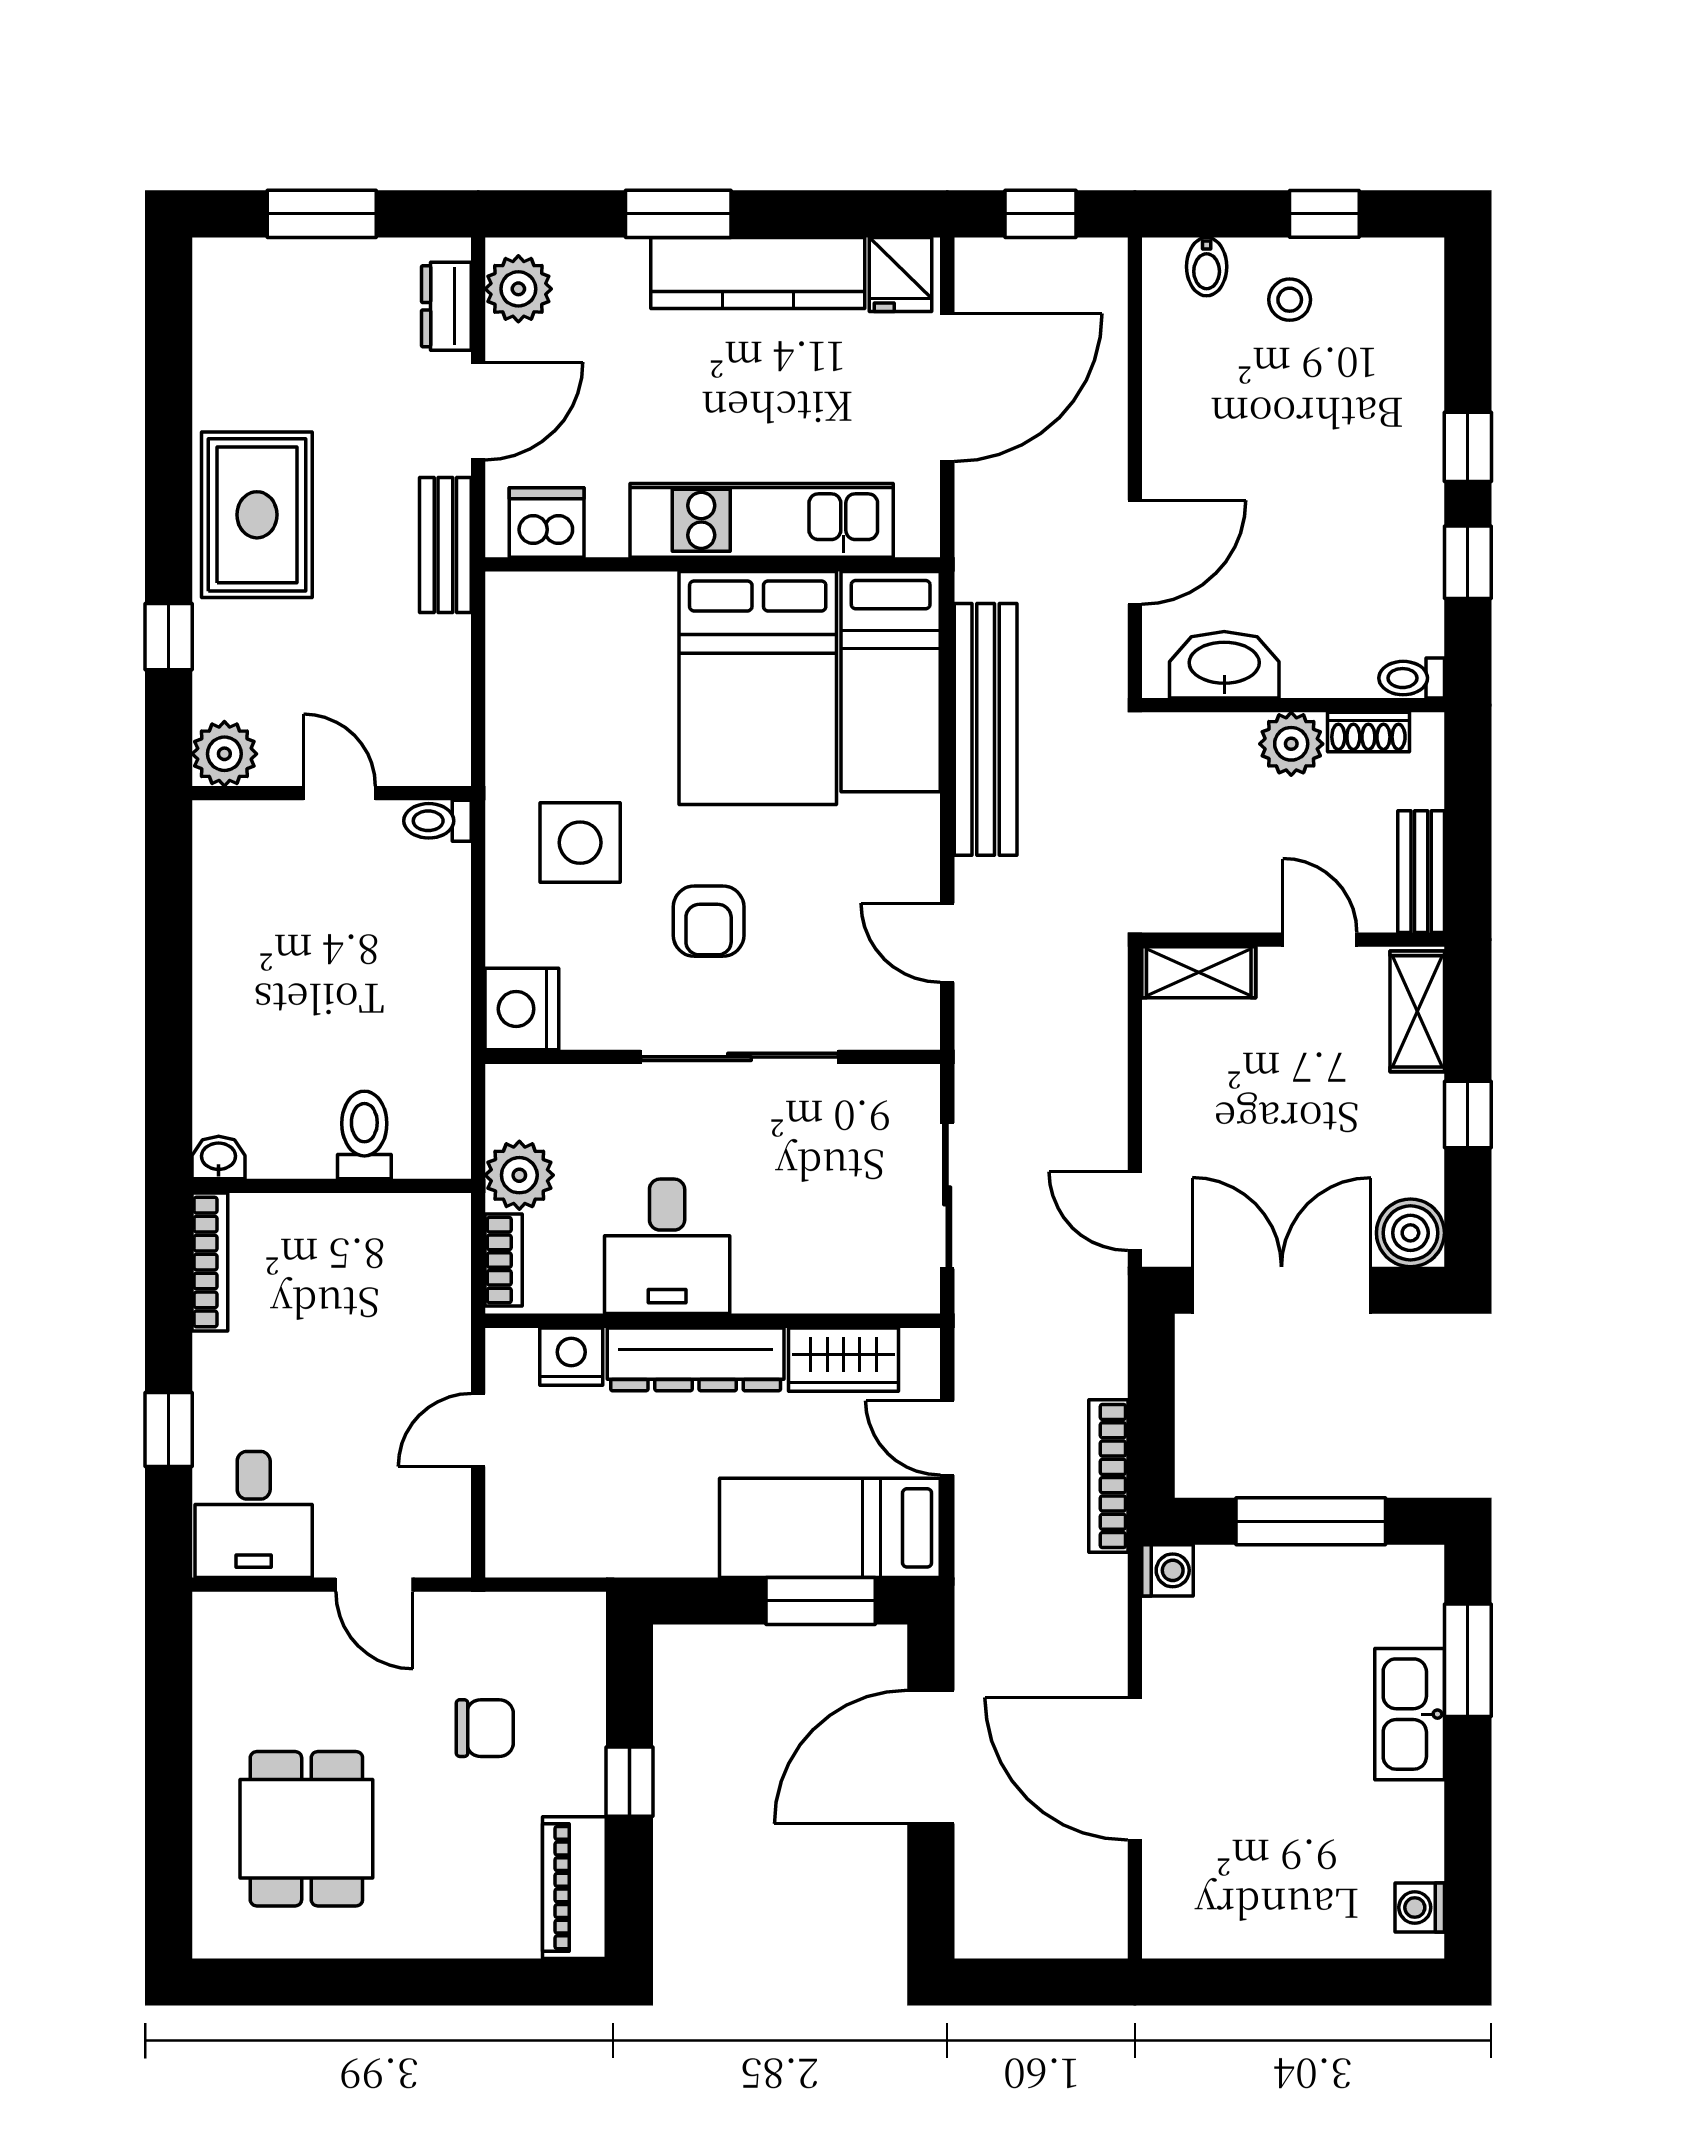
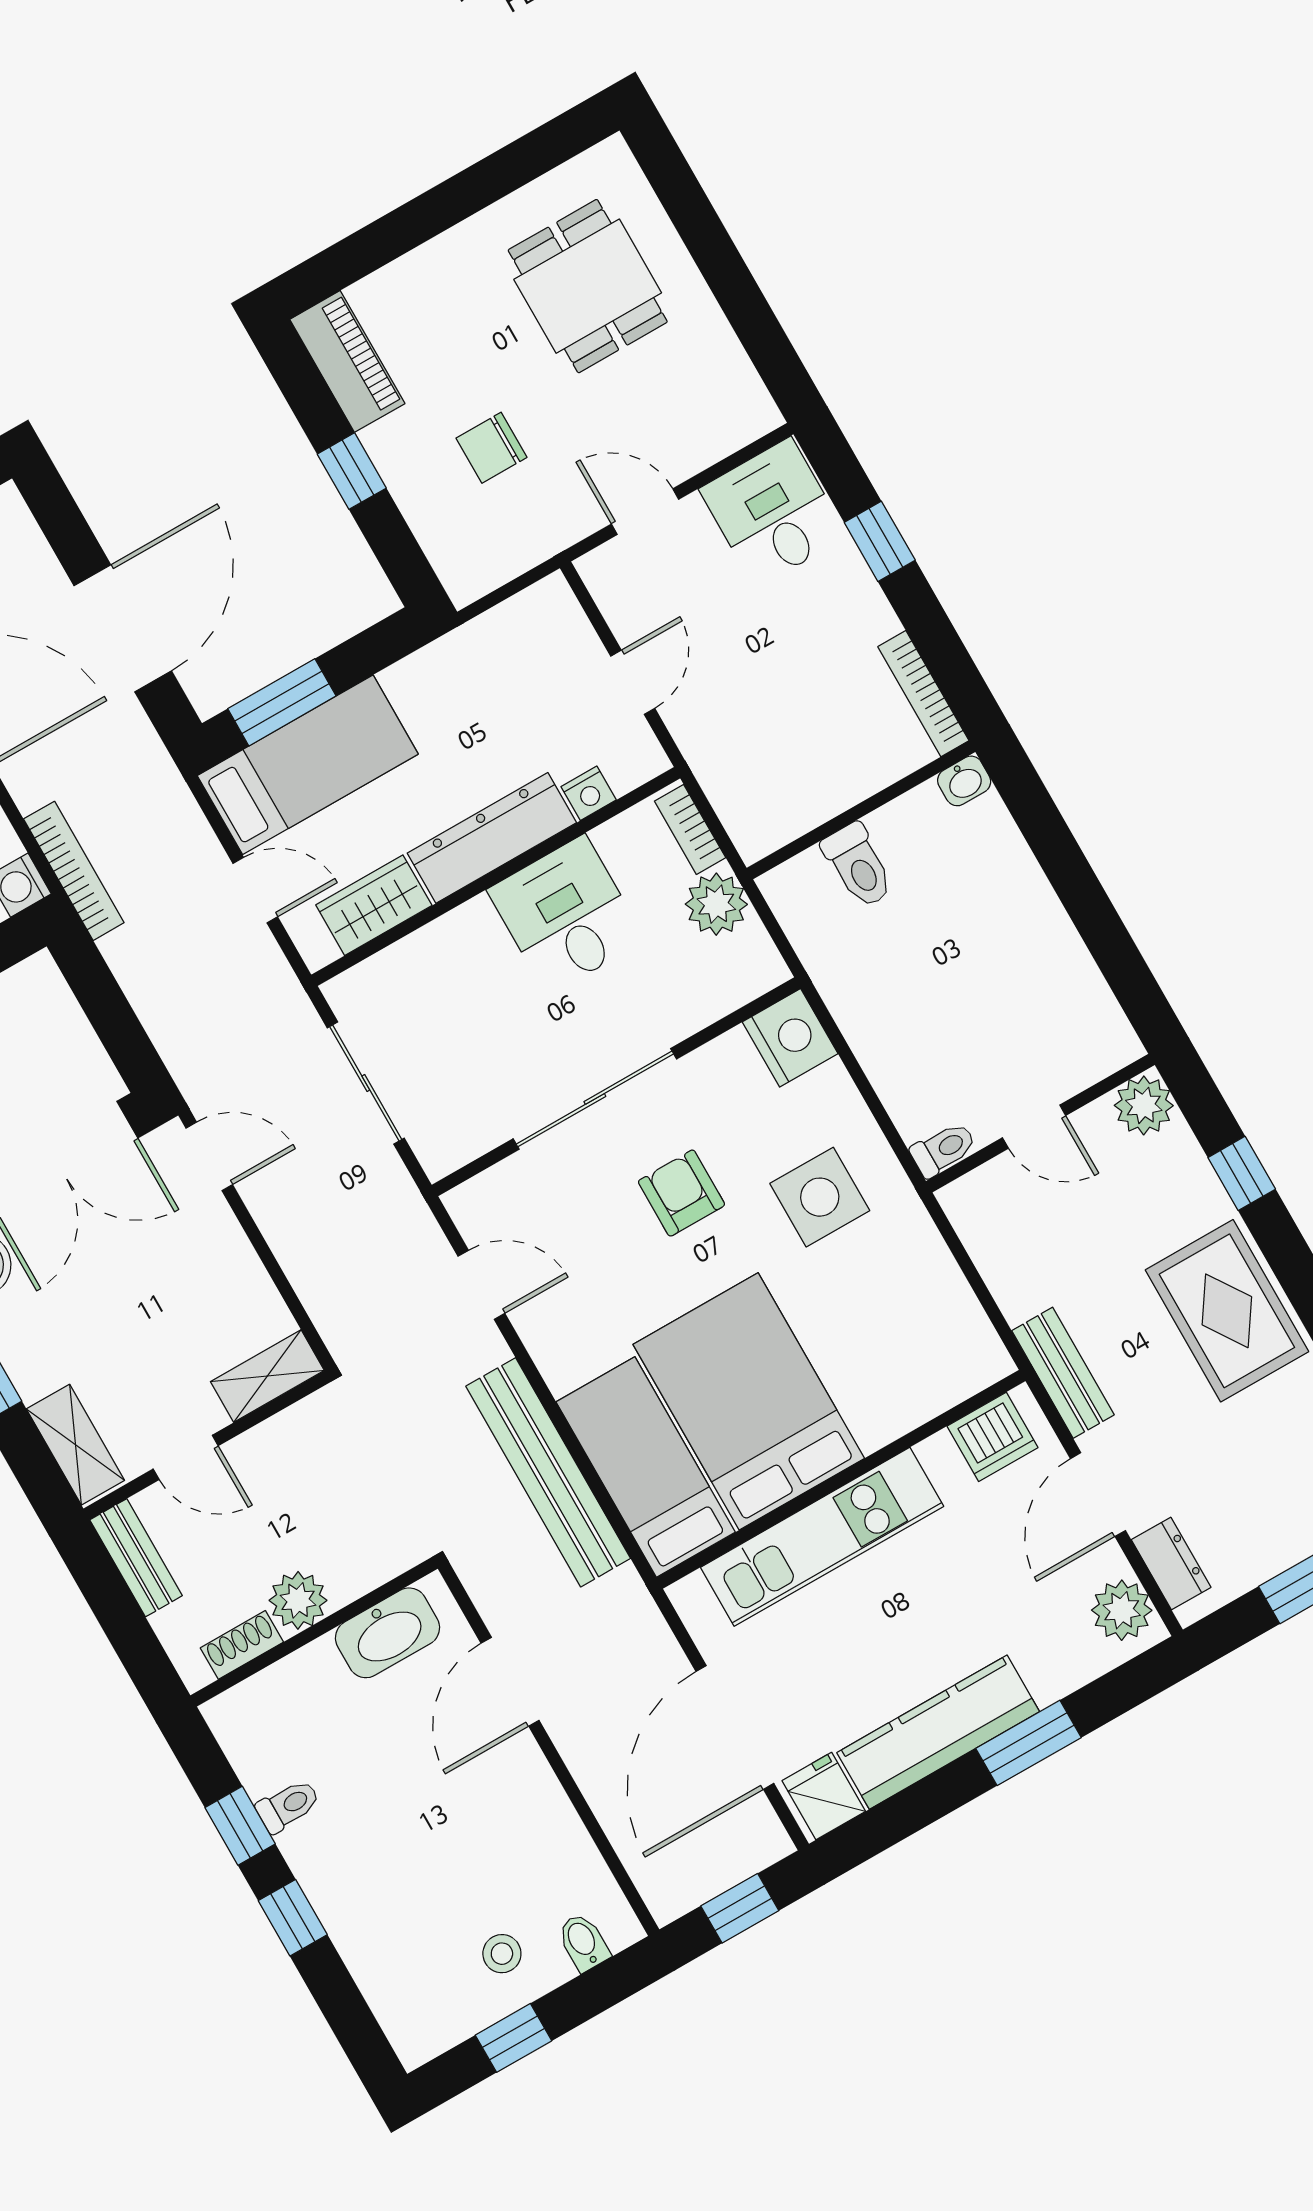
toilet: (1412, 678) -> (288, 1806), moved
nightstand: (571, 1357) -> (589, 793), width x0.72, depth x0.74
bookcase: (1108, 1476) -> (74, 871), moved

